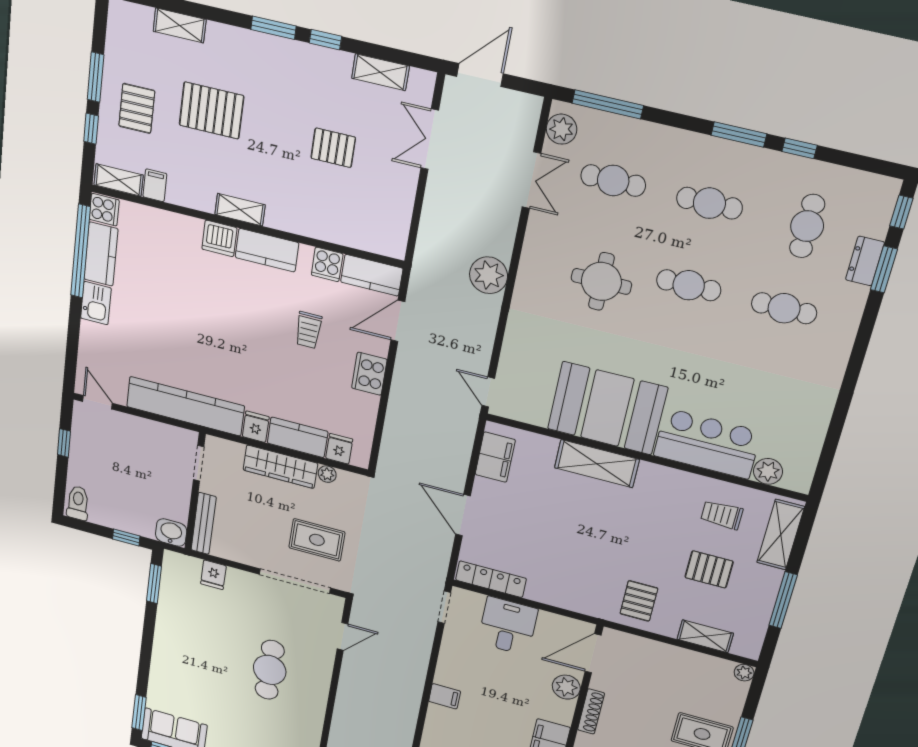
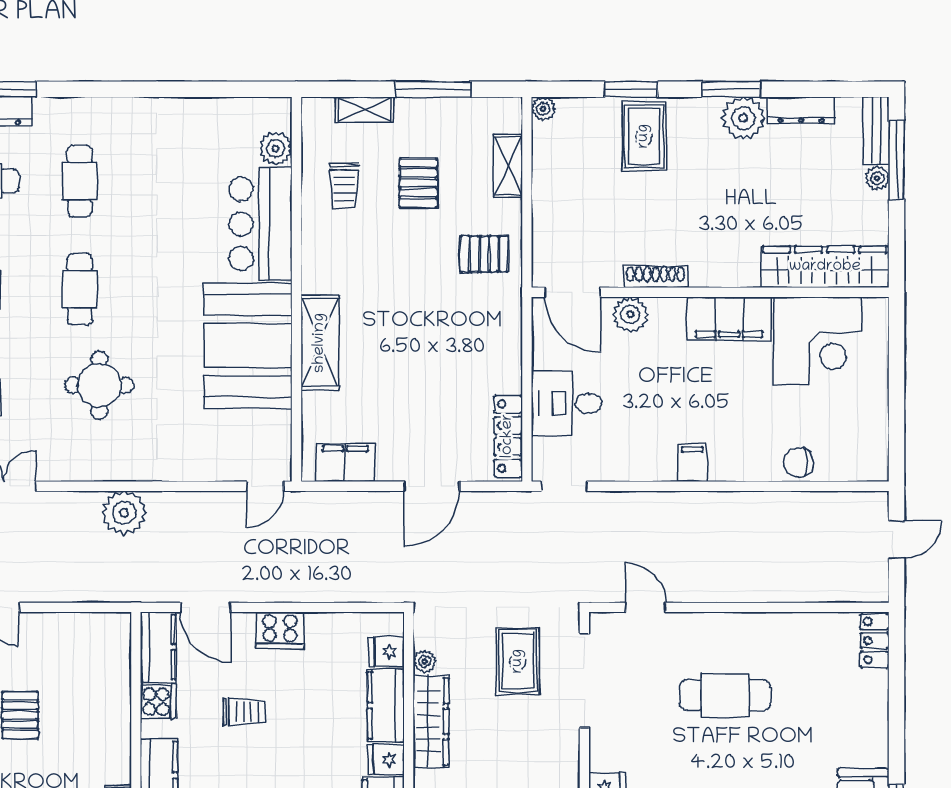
shelving: (781, 535) -> (364, 110), width x0.67, depth x0.75

